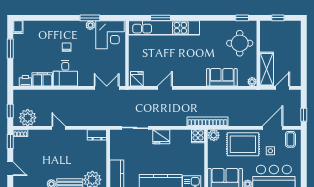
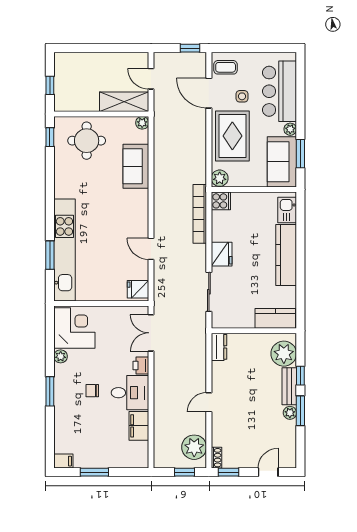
window: (90, 18) -> (50, 391), moved
printer: (25, 81) -> (141, 366), moved
bookcase: (207, 122) -> (200, 214), moved

